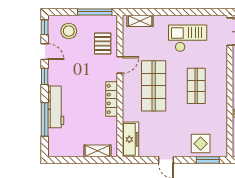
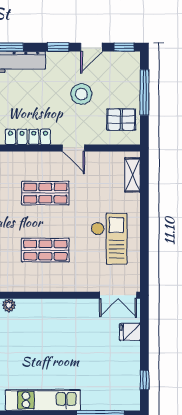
window: (95, 12) -> (144, 92), moved
stool: (69, 31) -> (81, 94), moved
pallet: (103, 43) -> (121, 120), moved
shop shelf: (154, 86) -> (45, 193), width x0.70, depth x0.74

